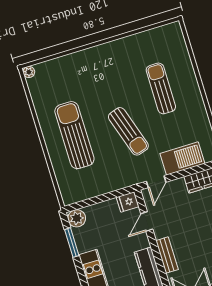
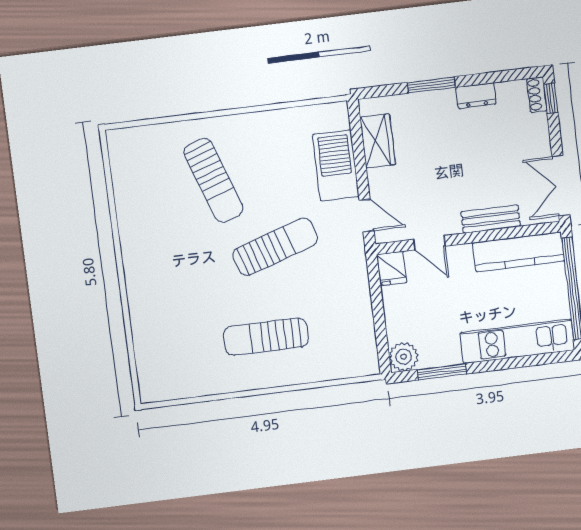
plant: (29, 72) -> (149, 394), removed
sun lounger: (161, 88) -> (214, 180), turned -109
sun lounger: (74, 135) -> (266, 337), width x0.73, depth x0.75

